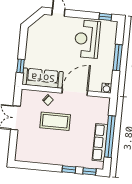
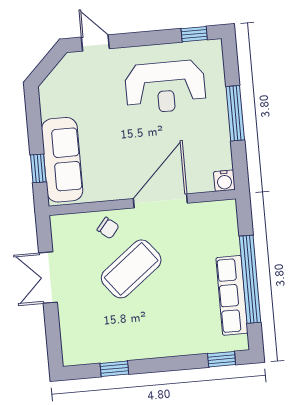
reception desk: (87, 39) -> (165, 87), turned -90
sofa: (43, 78) -> (62, 160), moved, turned 90
coffee table: (55, 121) -> (131, 269), turned -38
window: (69, 169) -> (114, 369), moved

